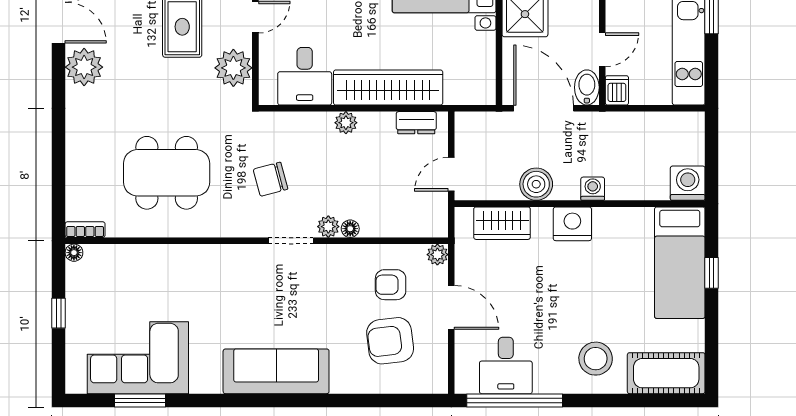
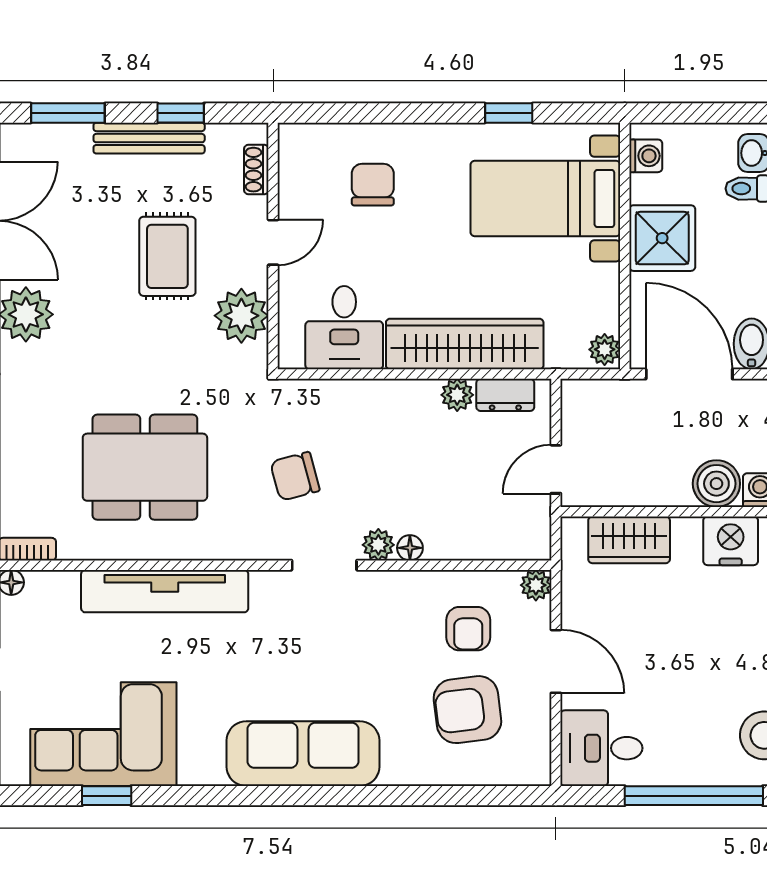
plant: (485, 91) -> (605, 349), added
plant: (346, 123) -> (457, 395), moved
boiler: (536, 184) -> (716, 484), moved
tv unit: (180, 259) -> (165, 591), added
armchair: (391, 285) -> (468, 629), turned -90
desk: (506, 365) -> (601, 748), moved, turned 90
window: (140, 400) -> (107, 796), width x0.67
window: (515, 400) -> (694, 796), moved

